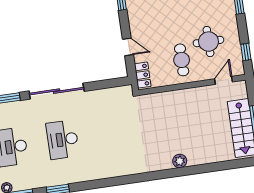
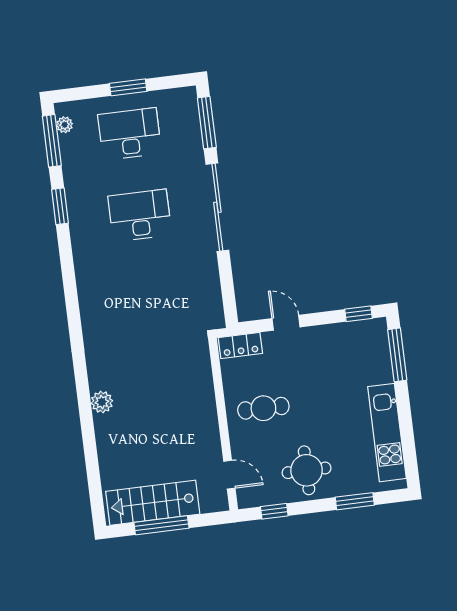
round table: (208, 42) -> (307, 470), moved
door: (128, 47) -> (286, 323), swing flipped

